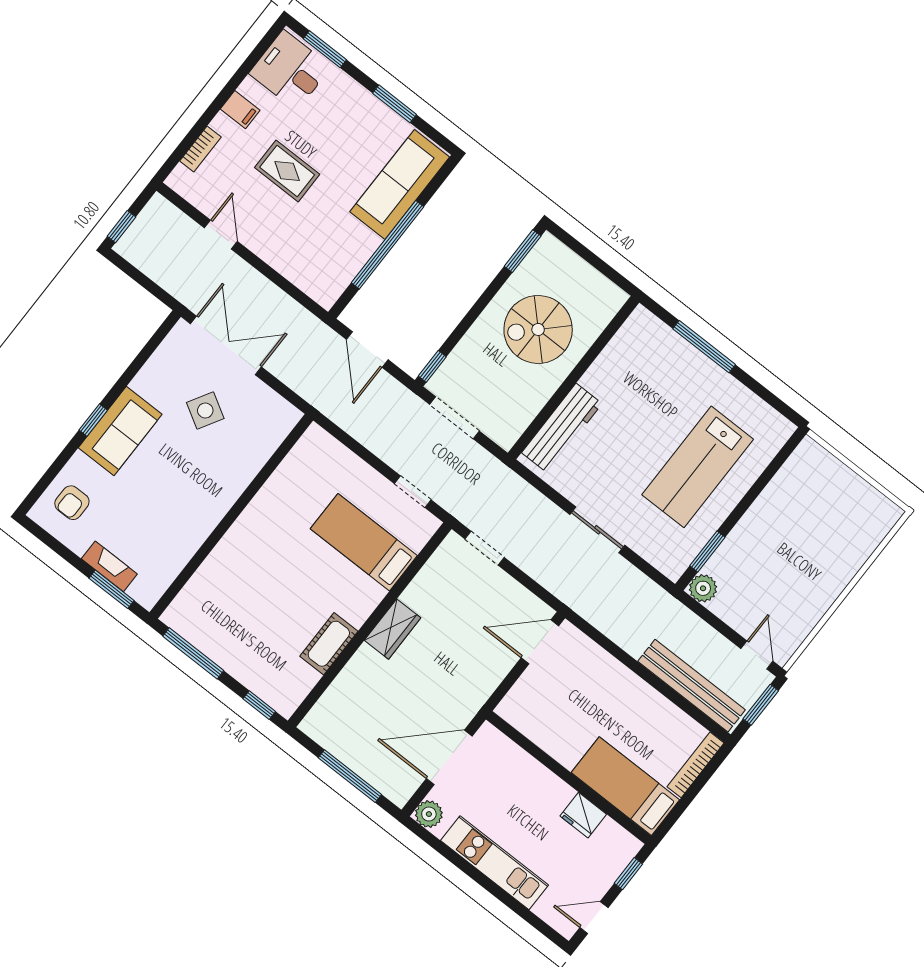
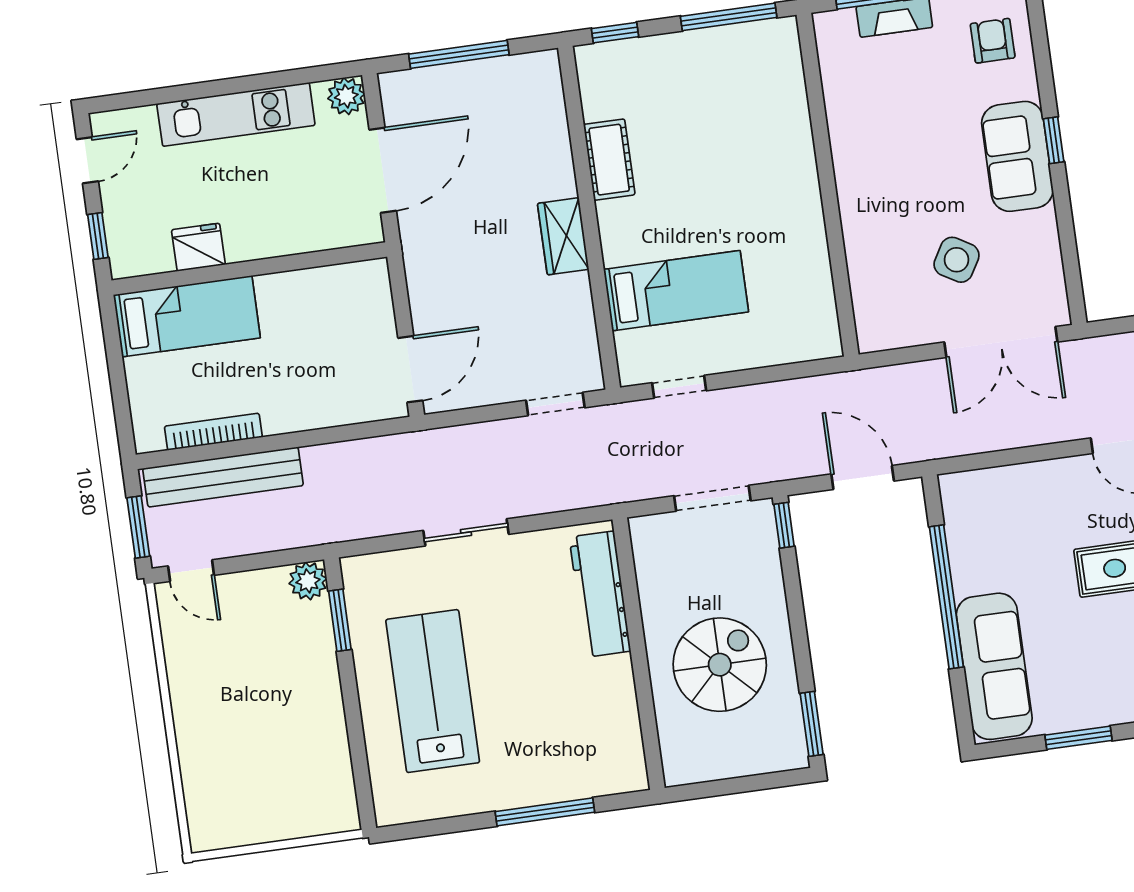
bookcase: (696, 765) -> (213, 432), moved, turned -90

